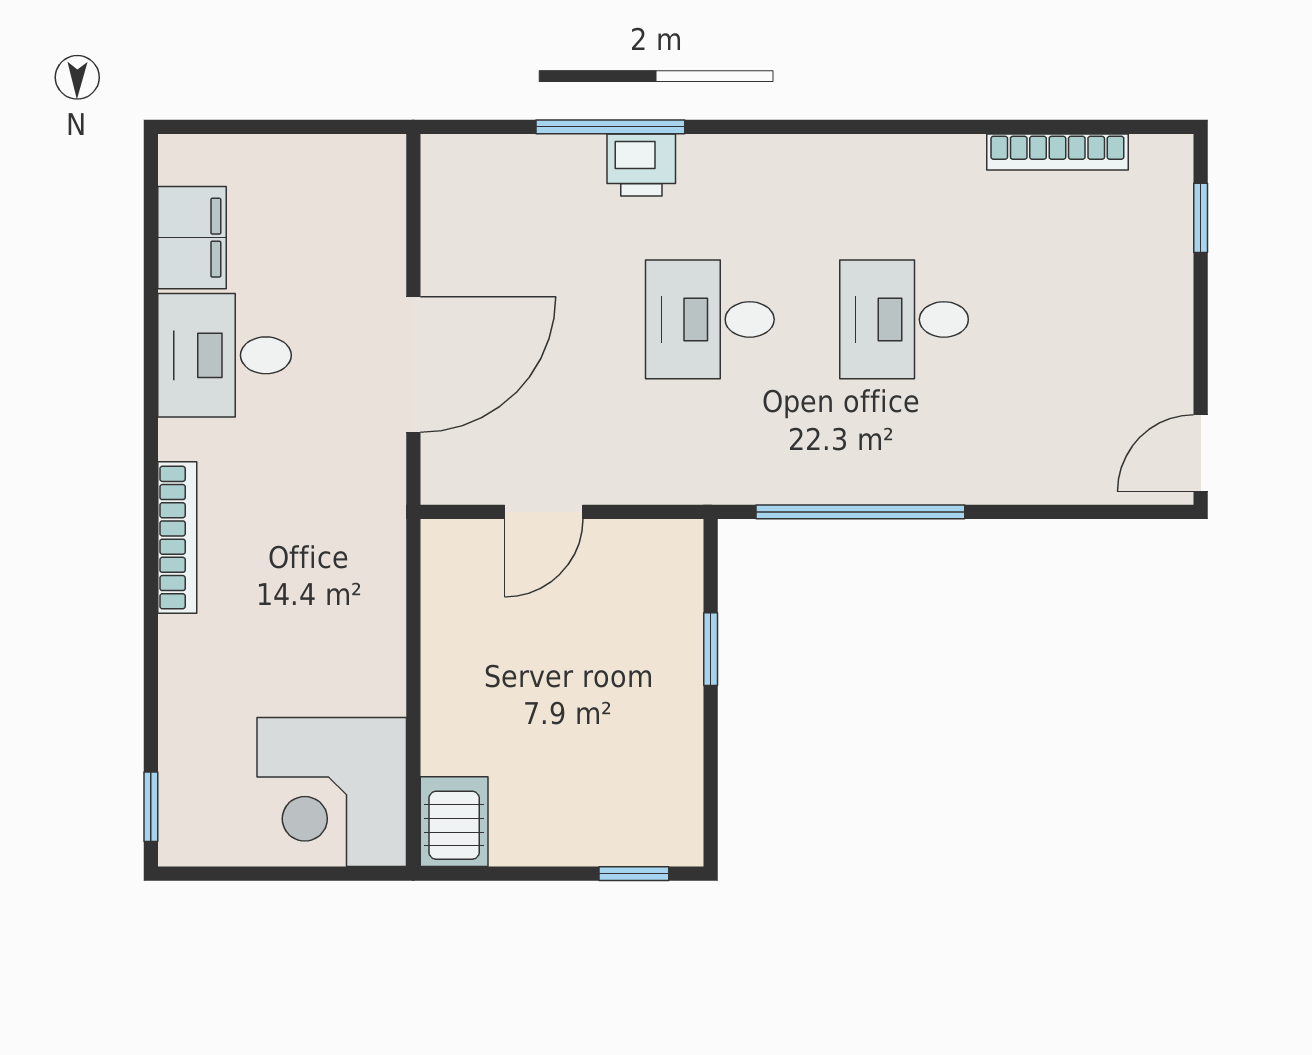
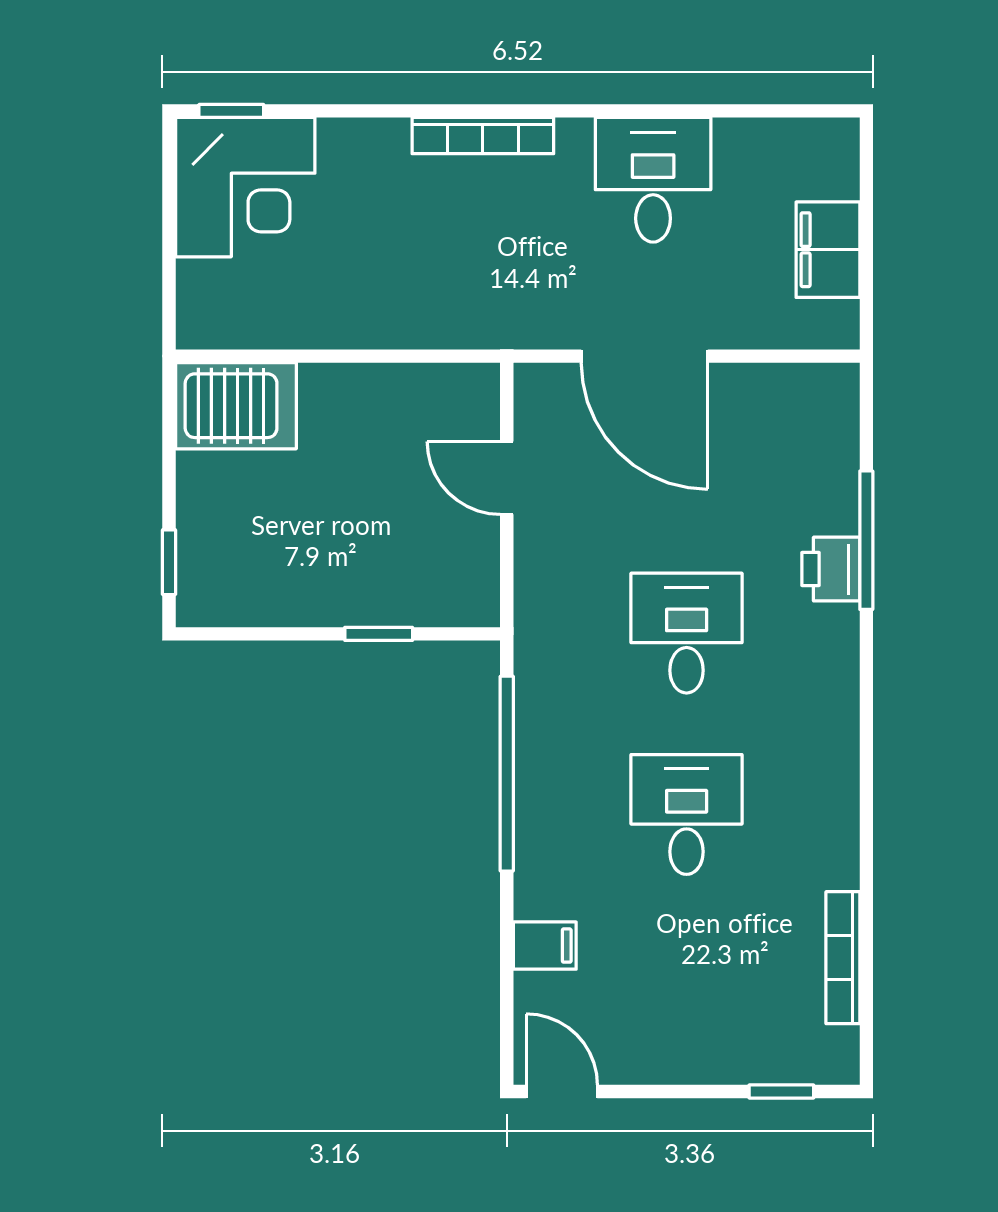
filing cabinet: (192, 238) -> (828, 250), moved, turned 90
filing cabinet: (1044, 471) -> (545, 946), added
corner desk: (332, 792) -> (245, 187), moved, turned 180
server rack: (454, 822) -> (236, 406), width x1.36, depth x1.44

